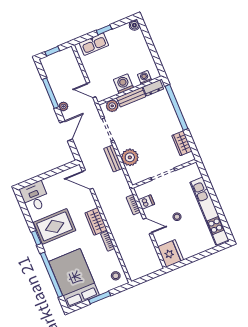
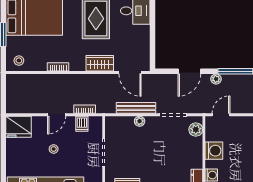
bench: (131, 97) -> (197, 153), removed
door: (66, 131) -> (189, 71), hinge flipped
plant: (130, 157) -> (140, 121), width x0.53, depth x0.53
bench: (113, 158) -> (136, 108), width x1.36
door: (88, 180) -> (130, 73), swing flipped
wardrobe: (96, 221) -> (100, 63), moved

